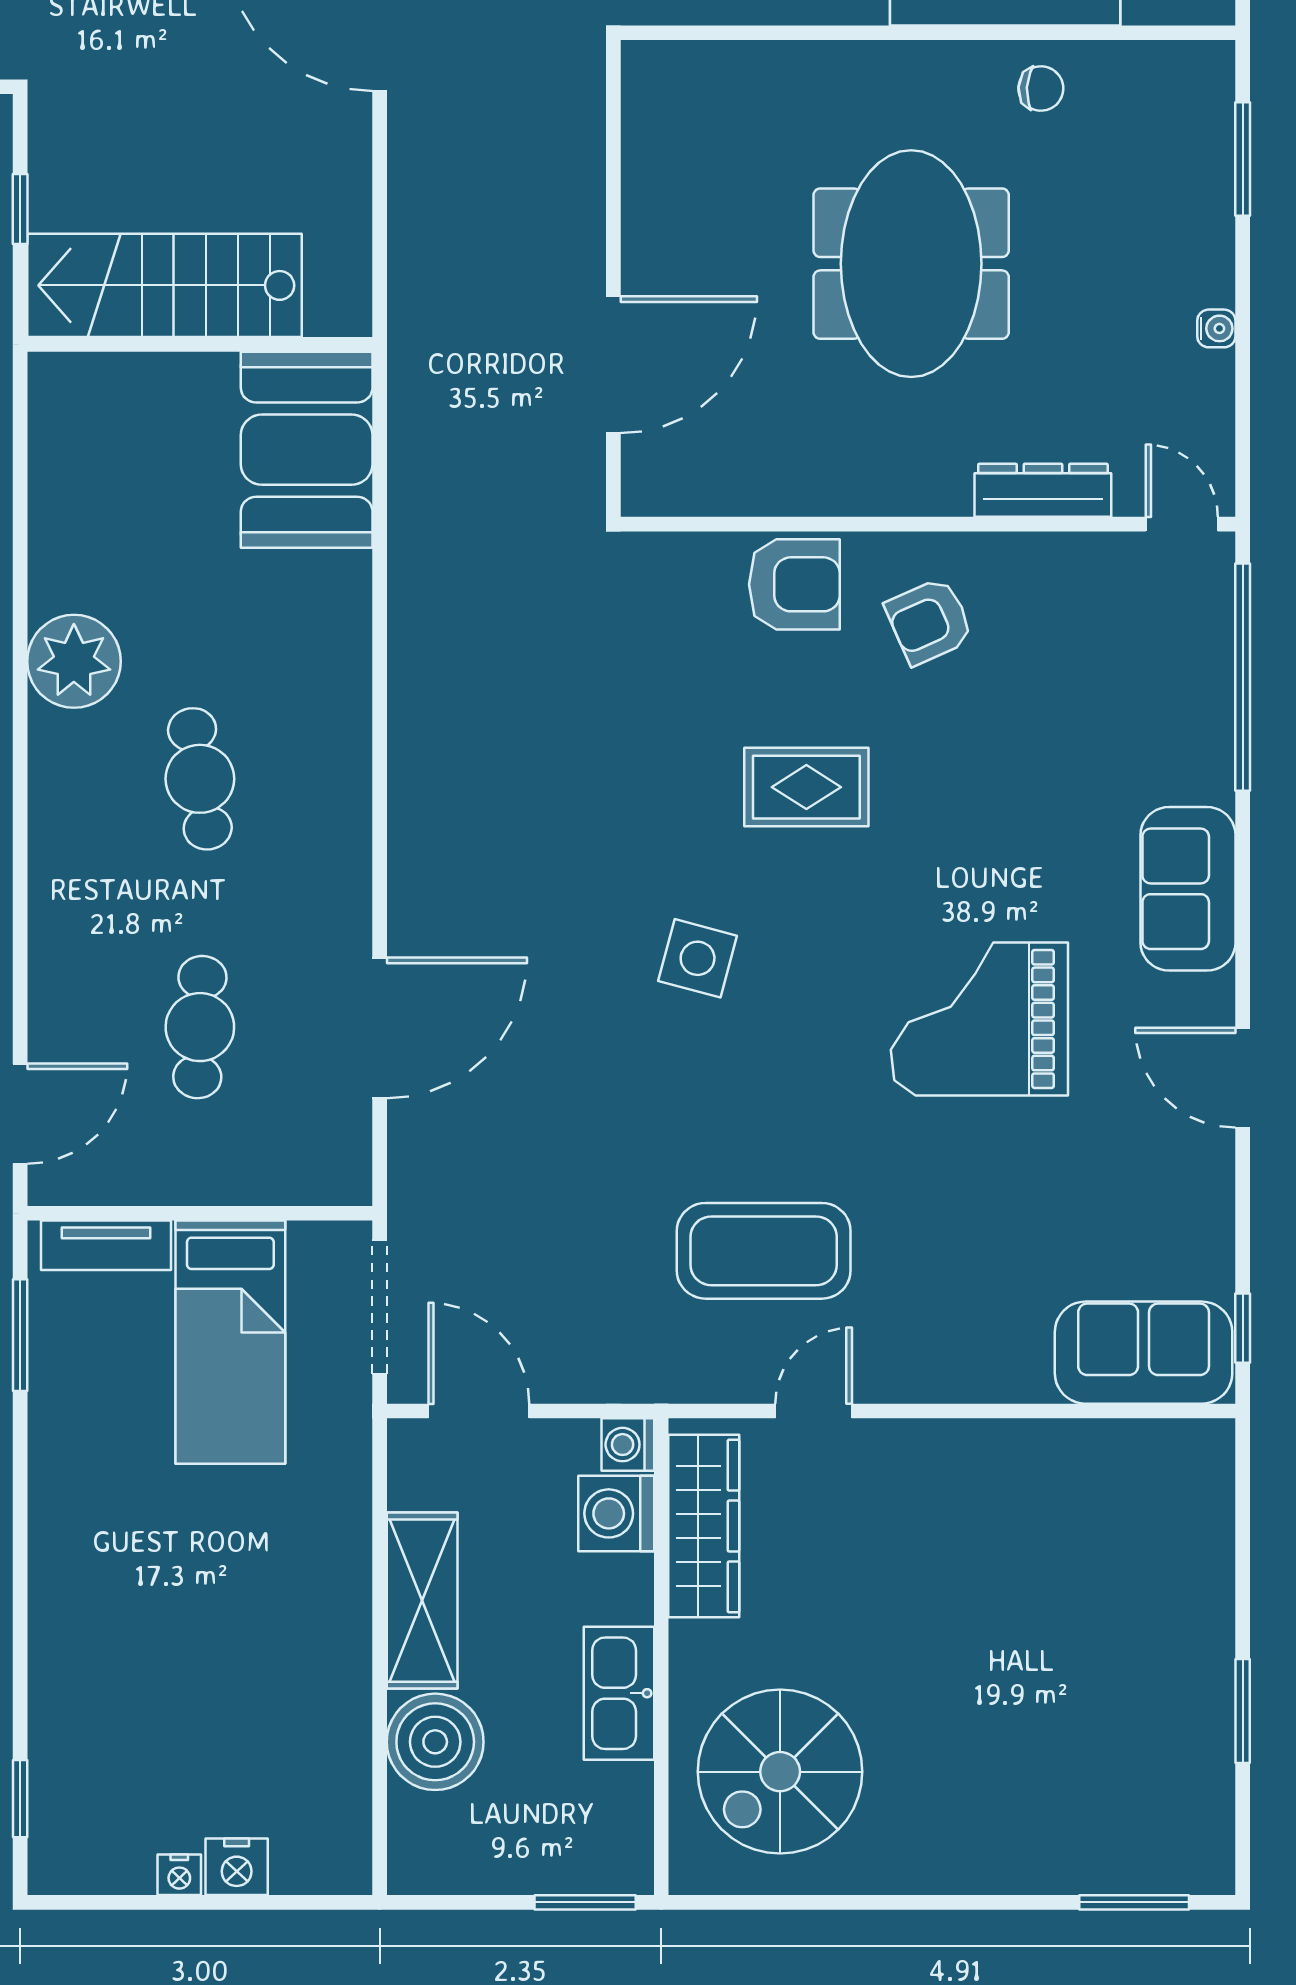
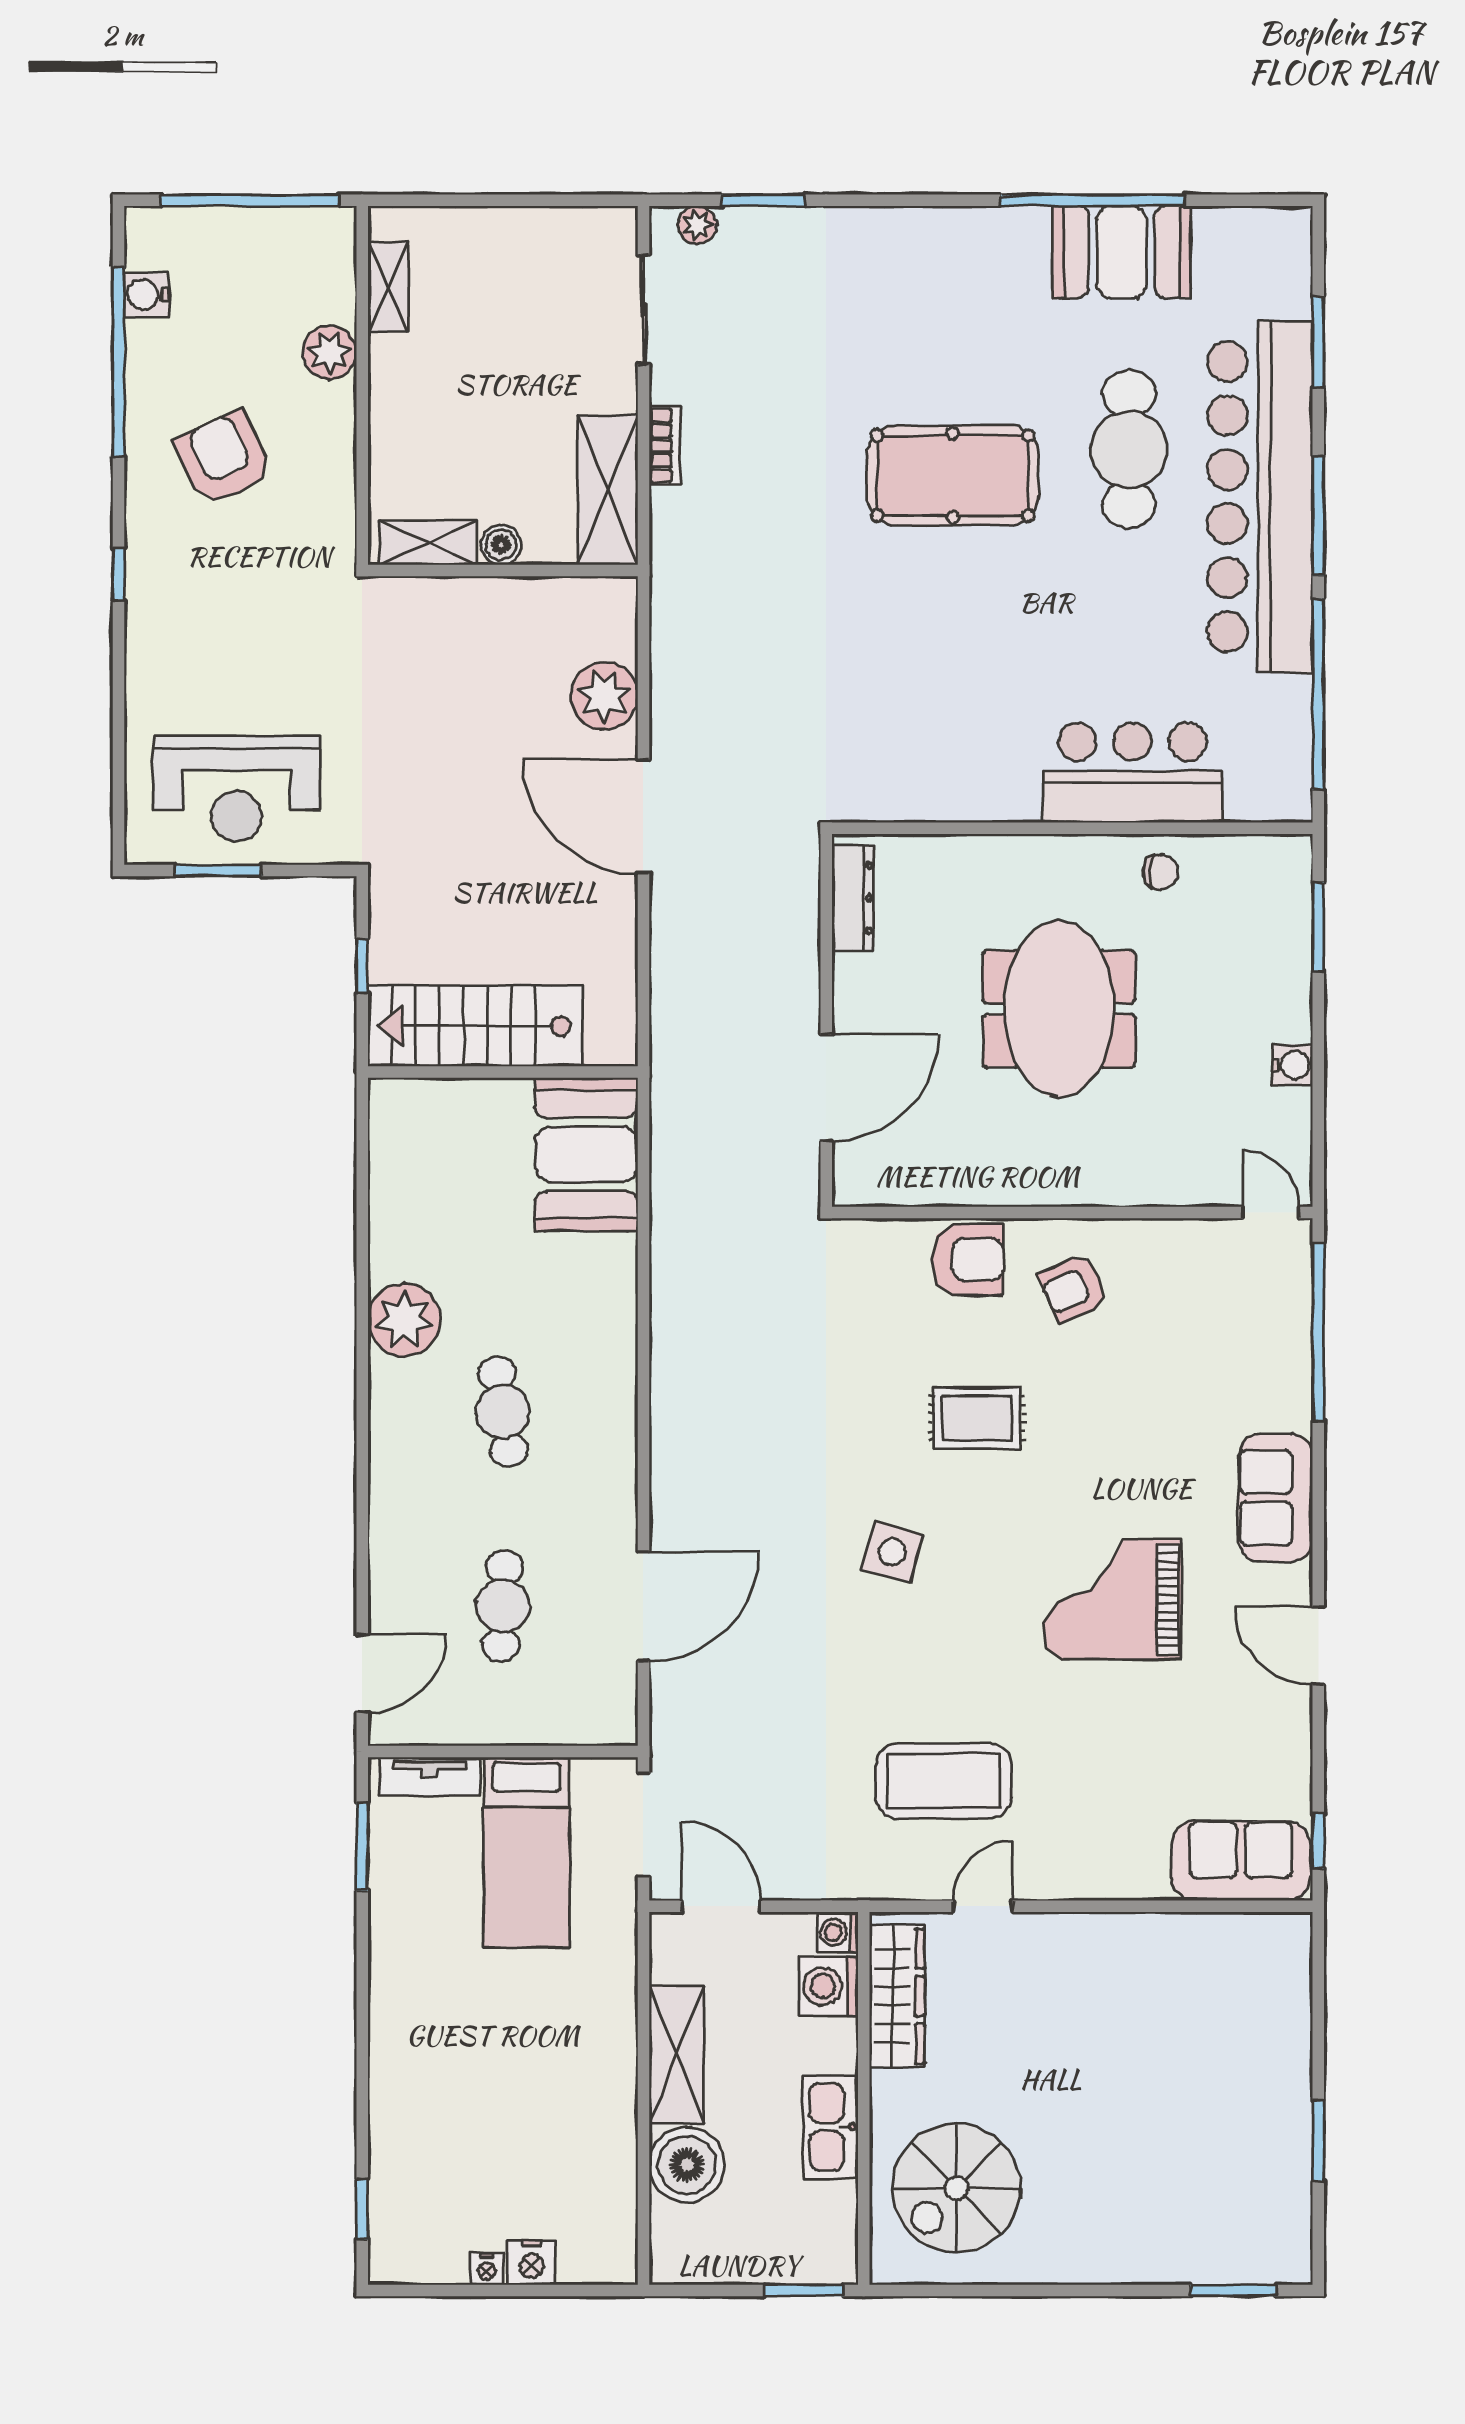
water cooler: (1216, 328) -> (1292, 1065), width x1.38, depth x1.38
dresser: (1043, 490) -> (853, 898), moved, turned 90

